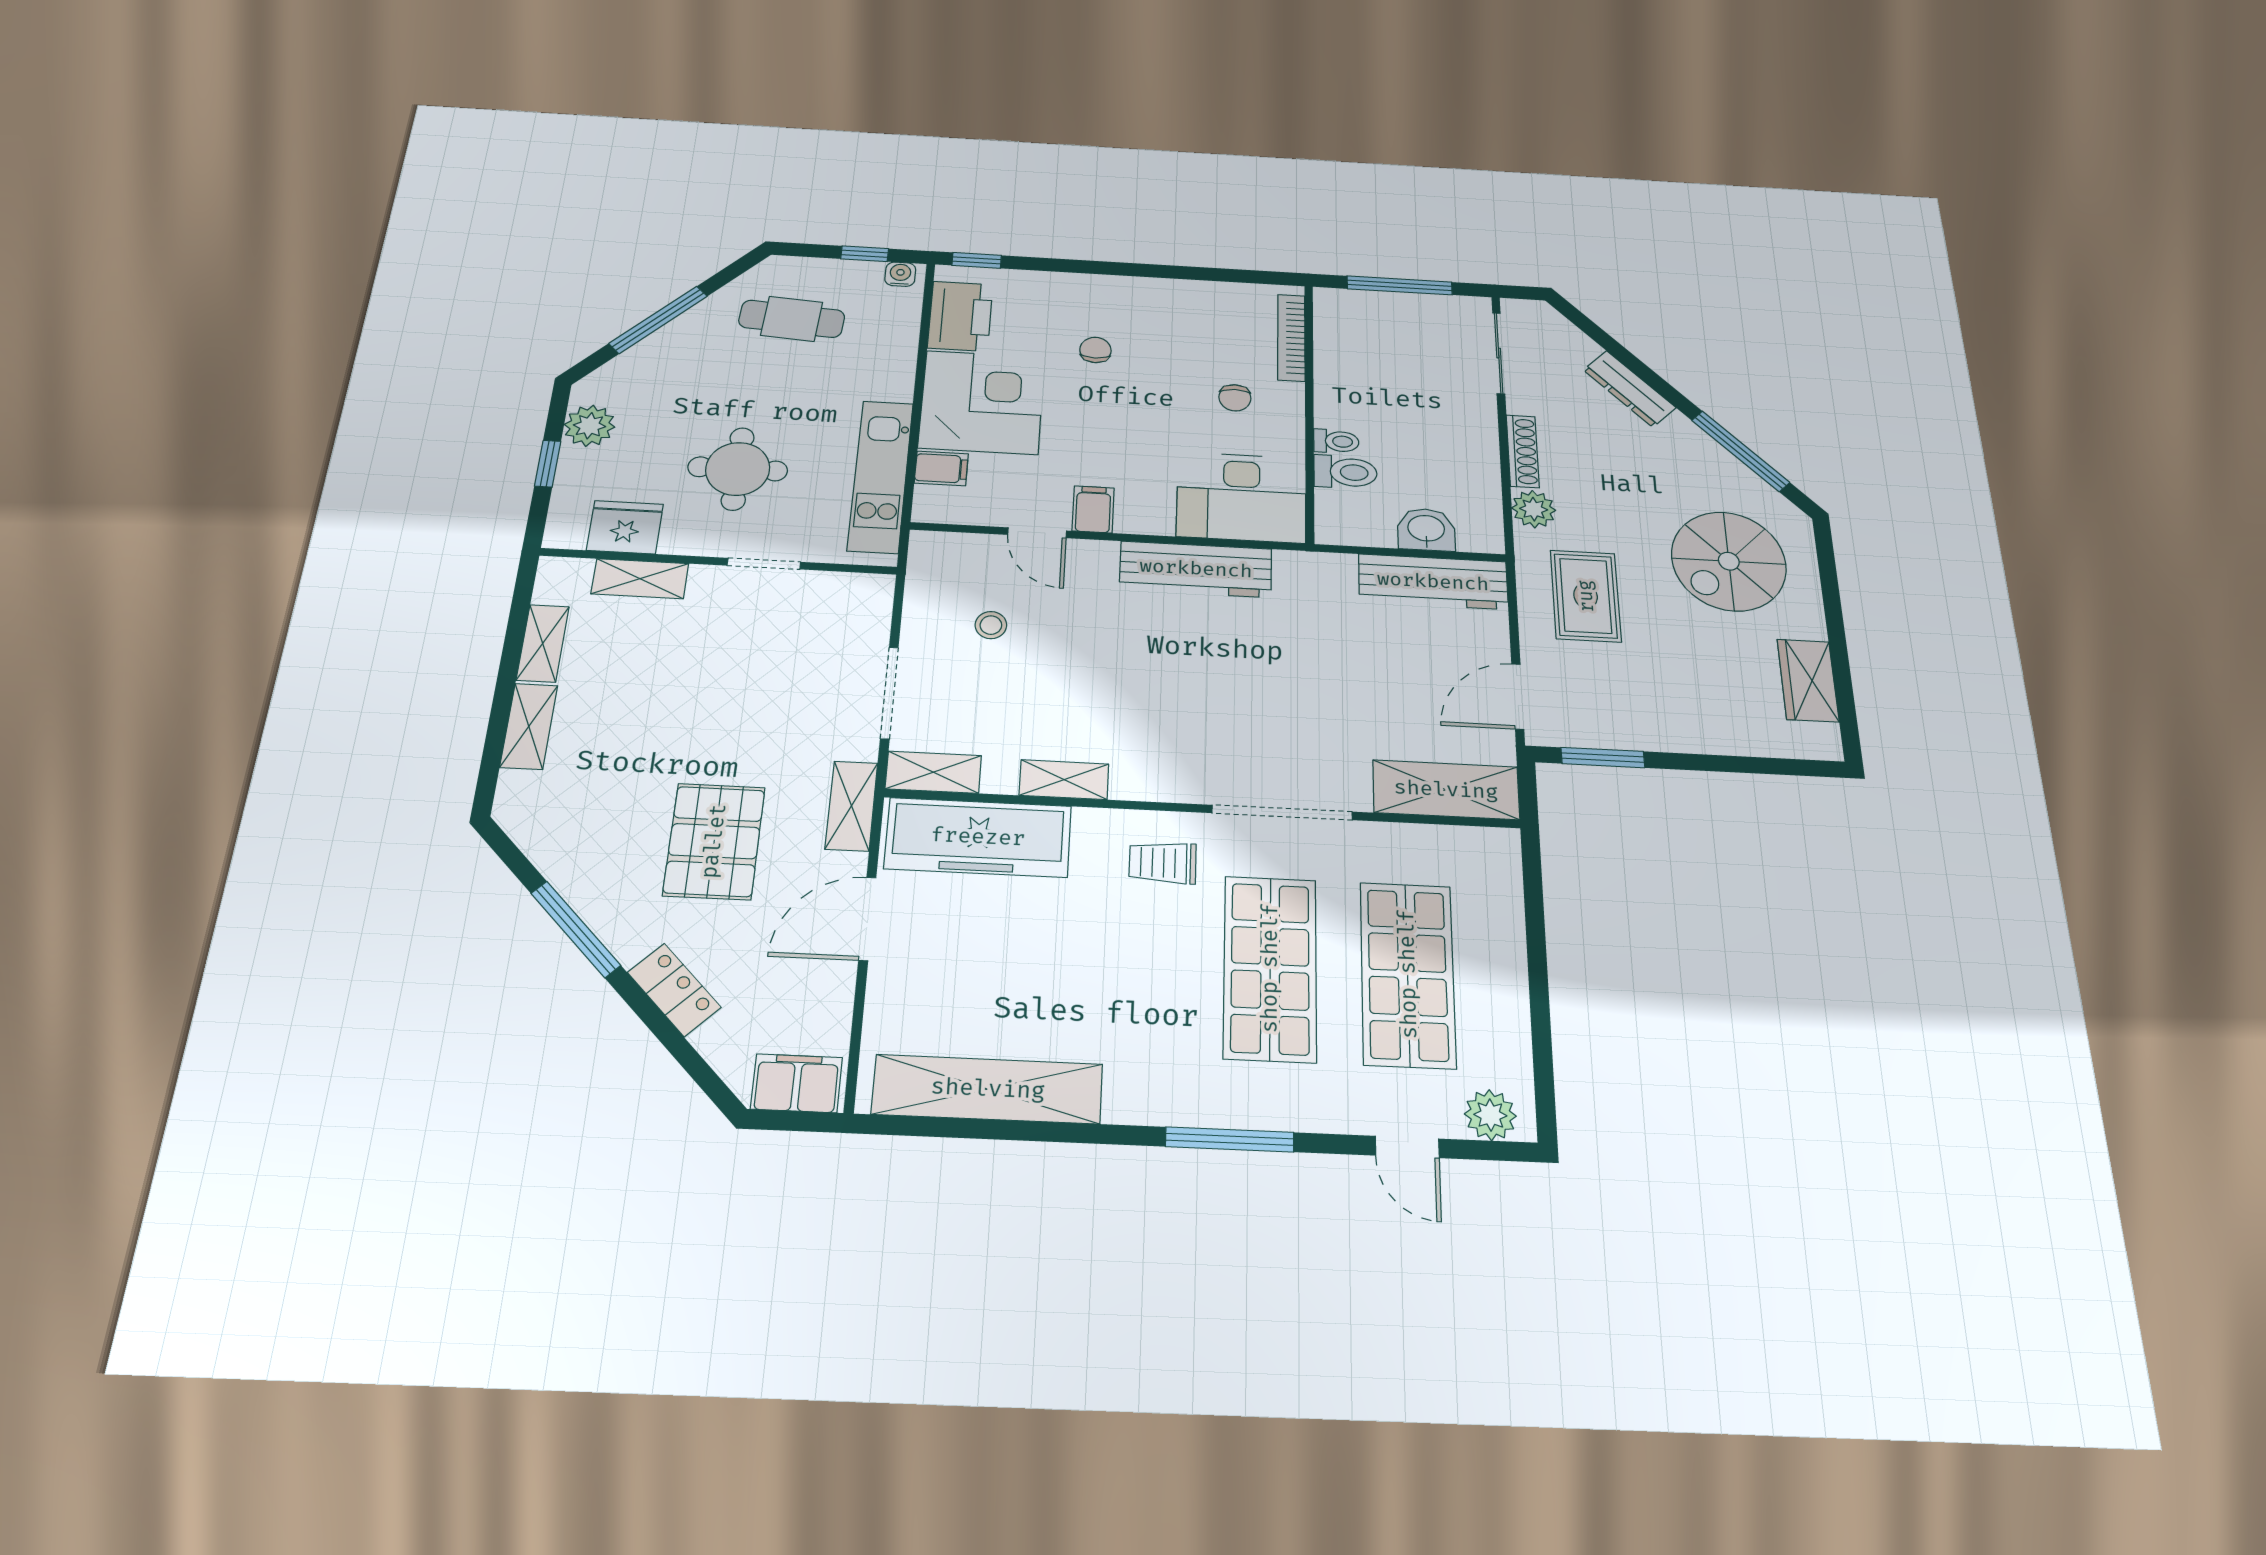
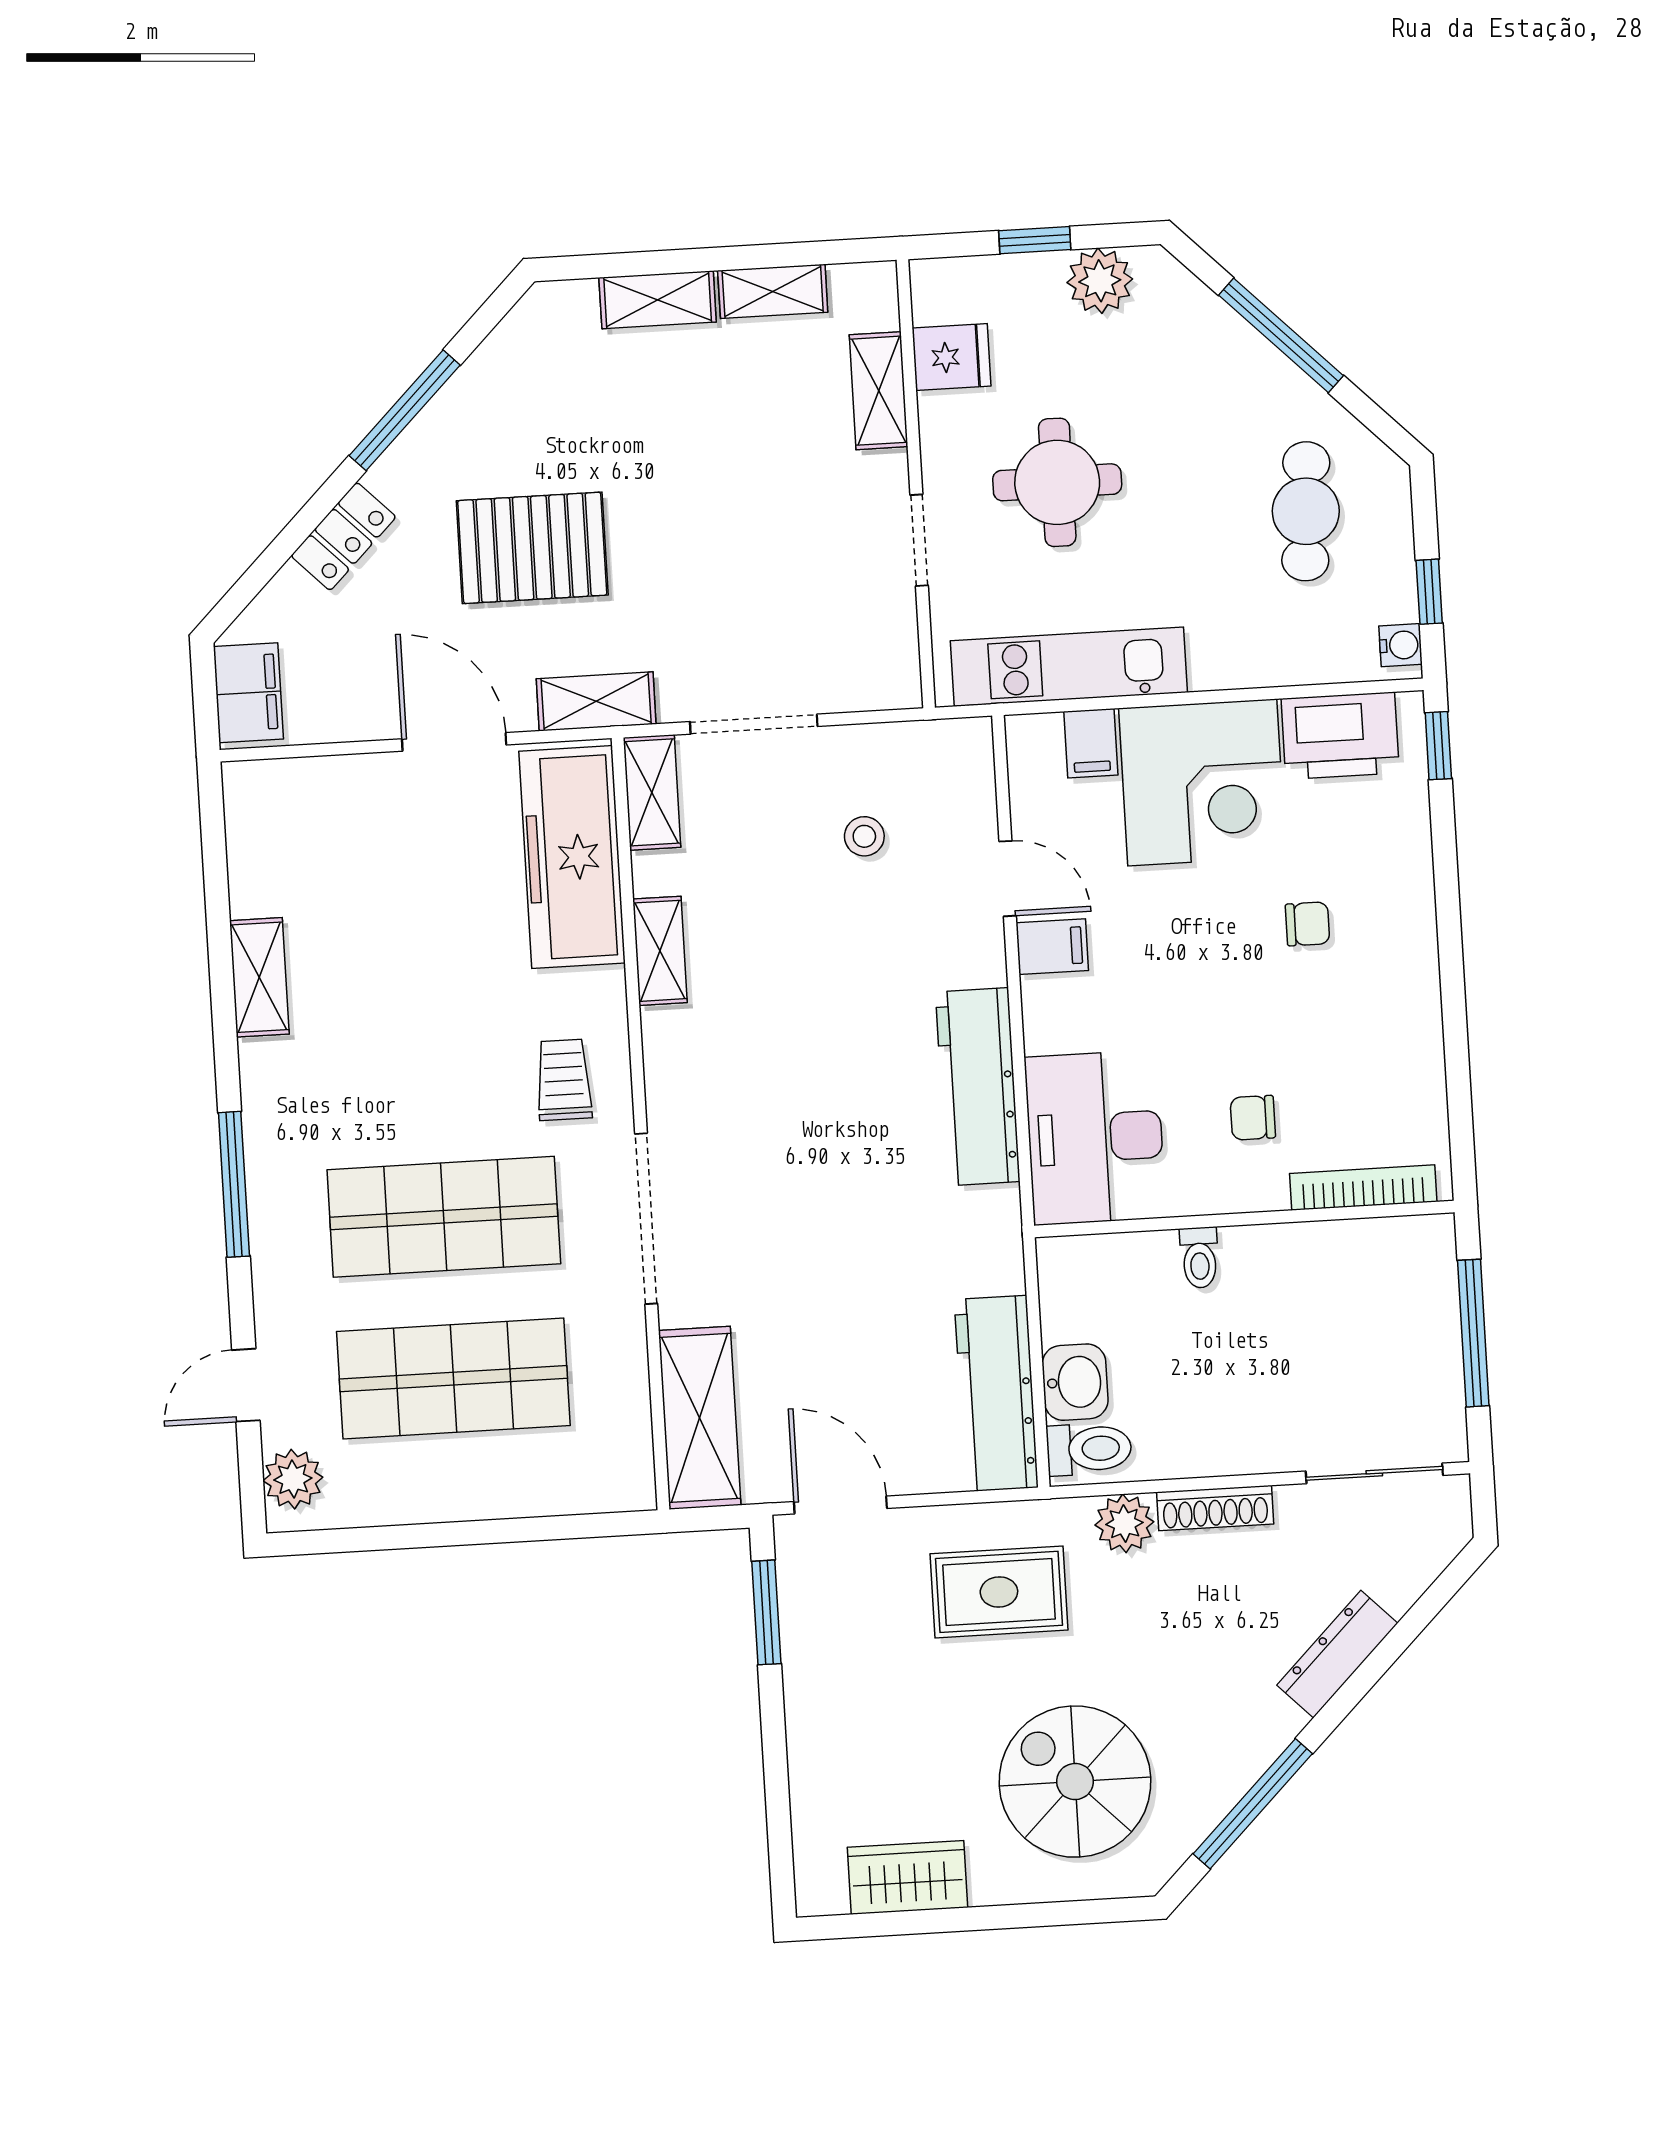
toilet: (1345, 472) -> (1089, 1449), moved, turned -90
fridge: (625, 527) -> (952, 357), width x0.72
door: (1037, 533) -> (1008, 879), swing flipped
shelving: (988, 1089) -> (259, 977), width x0.45, depth x0.75

